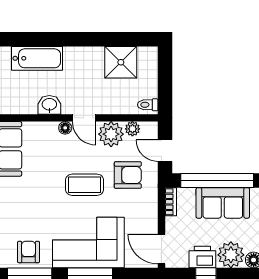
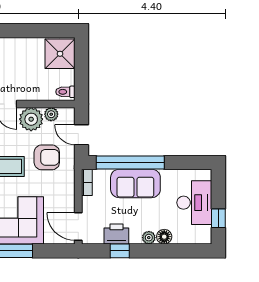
shower: (121, 62) -> (60, 54), moved
plant: (231, 255) -> (149, 238), width x0.53, depth x0.53

